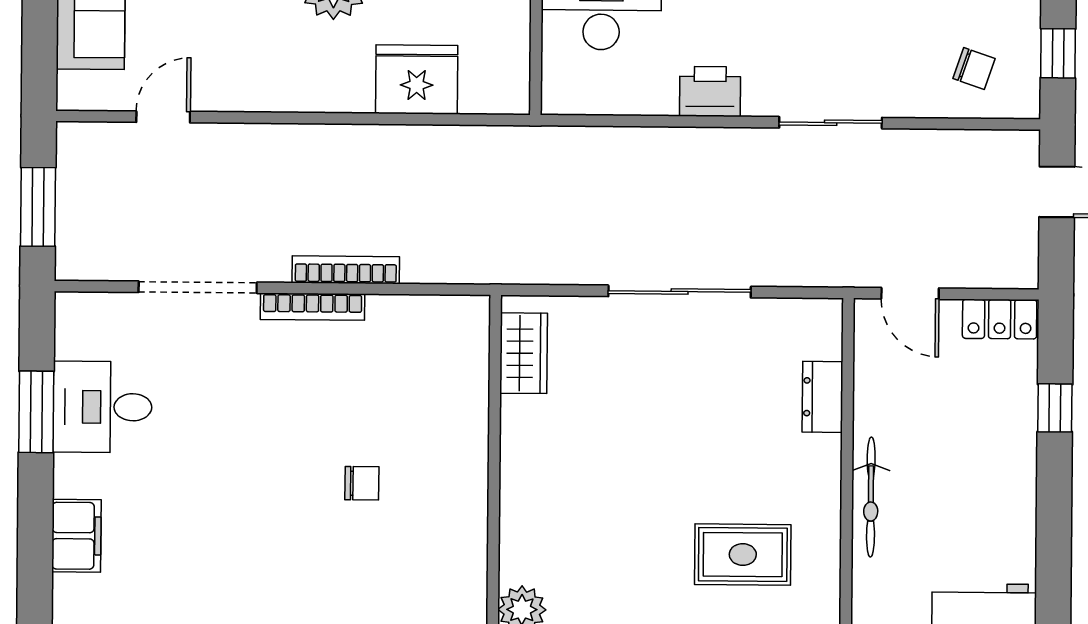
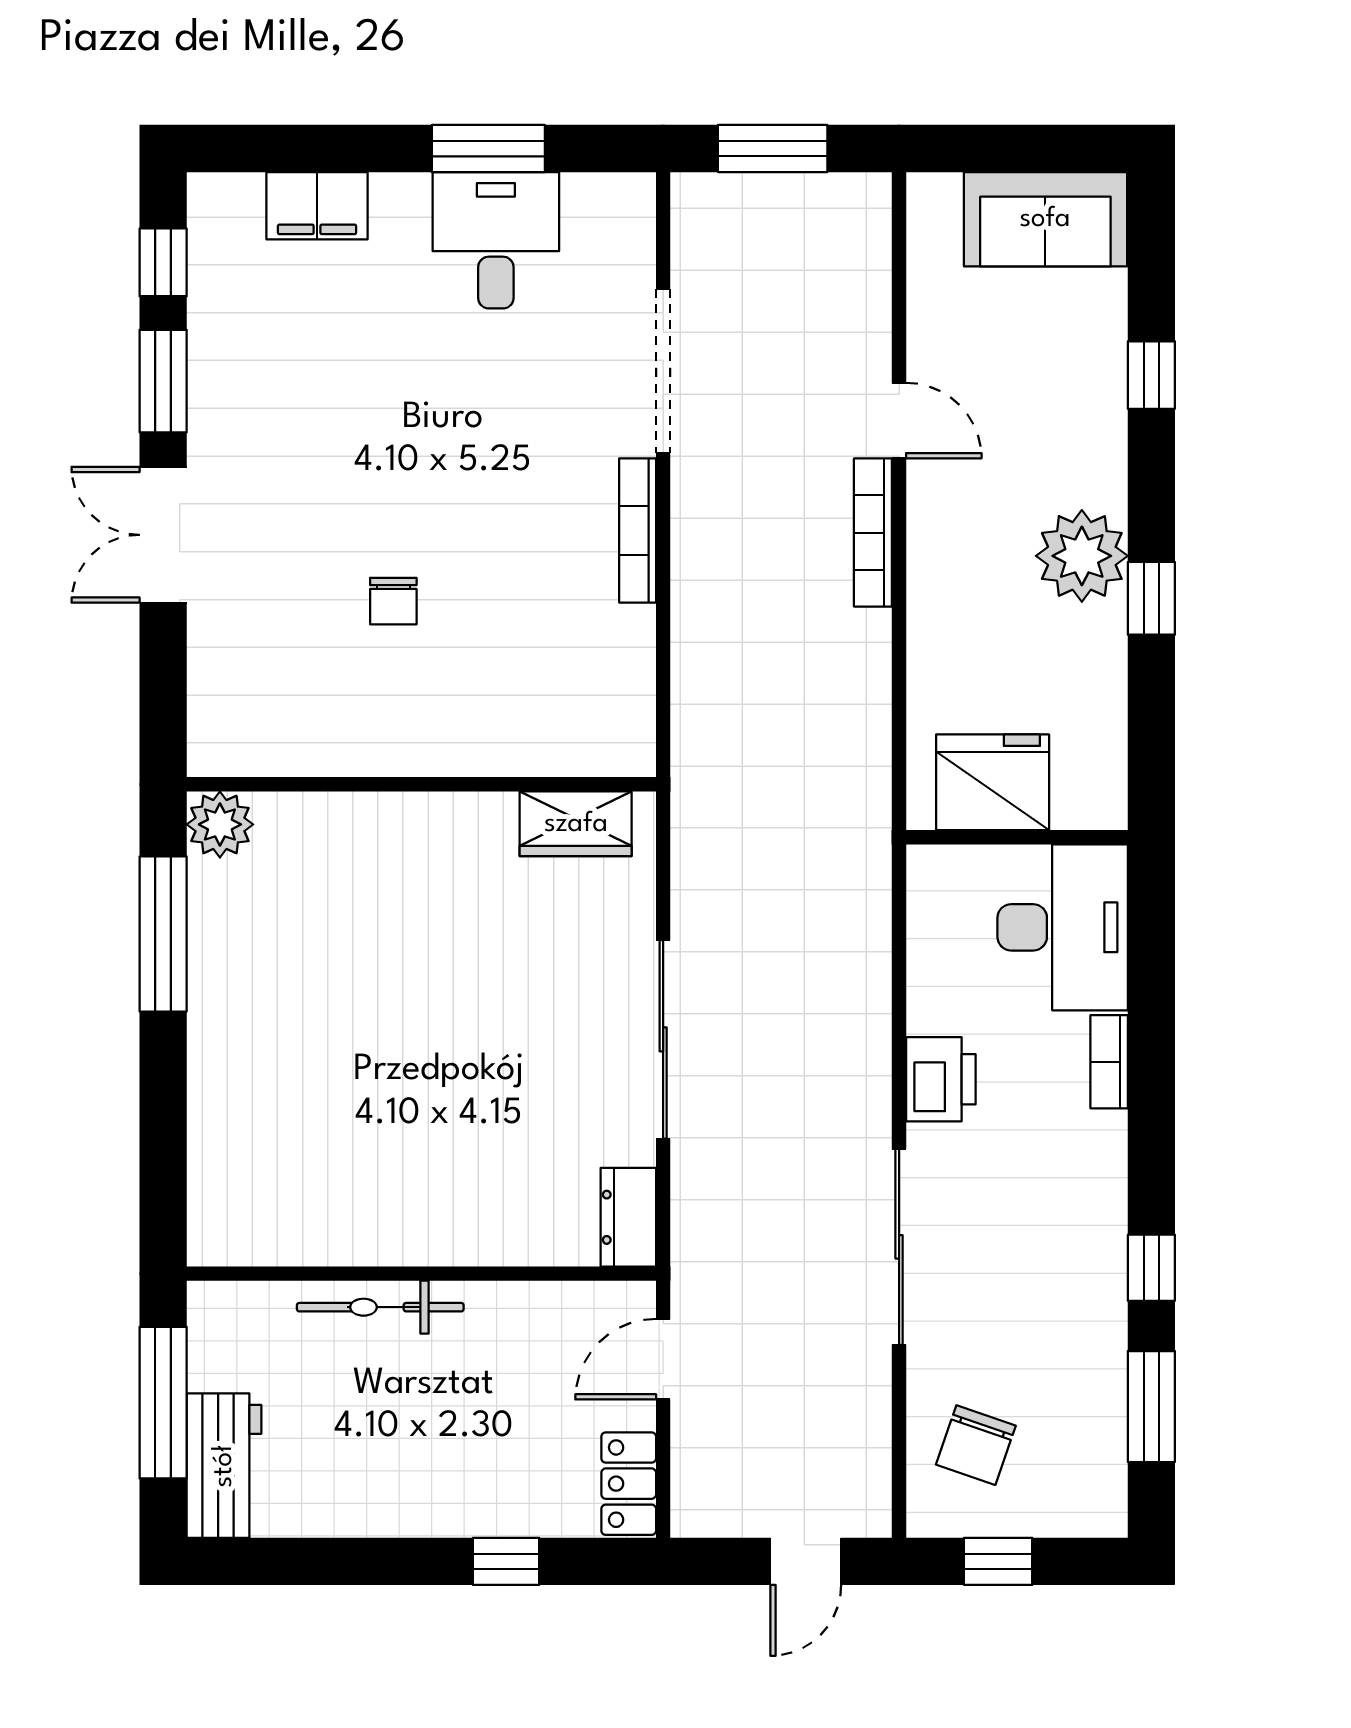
chair: (974, 69) -> (976, 1445), width x1.37, depth x1.37
fridge: (417, 79) -> (993, 782), moved, turned -90
door: (163, 117) -> (899, 421), moved
sliding door: (831, 123) -> (899, 1247), width x1.37
bookcase: (346, 270) -> (873, 533), moved, turned 180
dresser: (822, 397) -> (628, 1217), moved, turned -90
rug: (743, 555) -> (299, 1130), removed

